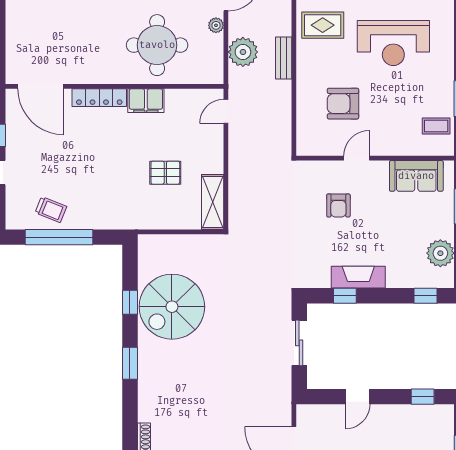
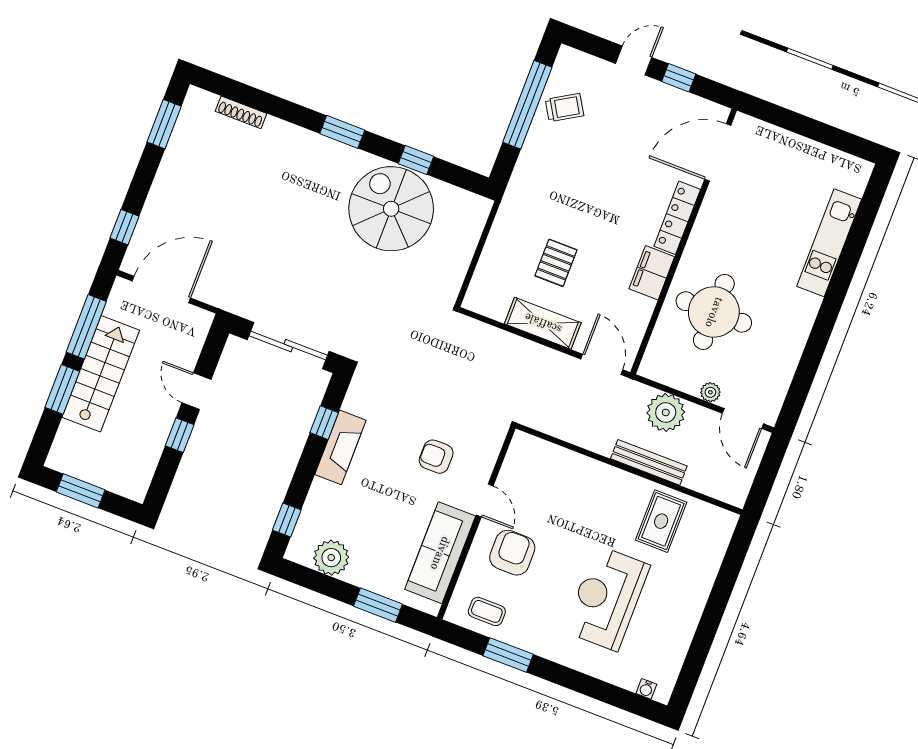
bench: (284, 58) -> (649, 462), width x1.36
armchair: (343, 104) -> (512, 553), moved
door: (226, 111) -> (602, 364), width x1.37
coffee table: (436, 126) -> (487, 611), turned 90
sofa: (416, 176) -> (440, 553), width x1.36
shelving: (213, 202) -> (543, 323), moved
trolley: (51, 210) -> (564, 108), turned -143
sliding door: (299, 343) -> (288, 346), width x1.37
window: (423, 397) -> (180, 435), moved

